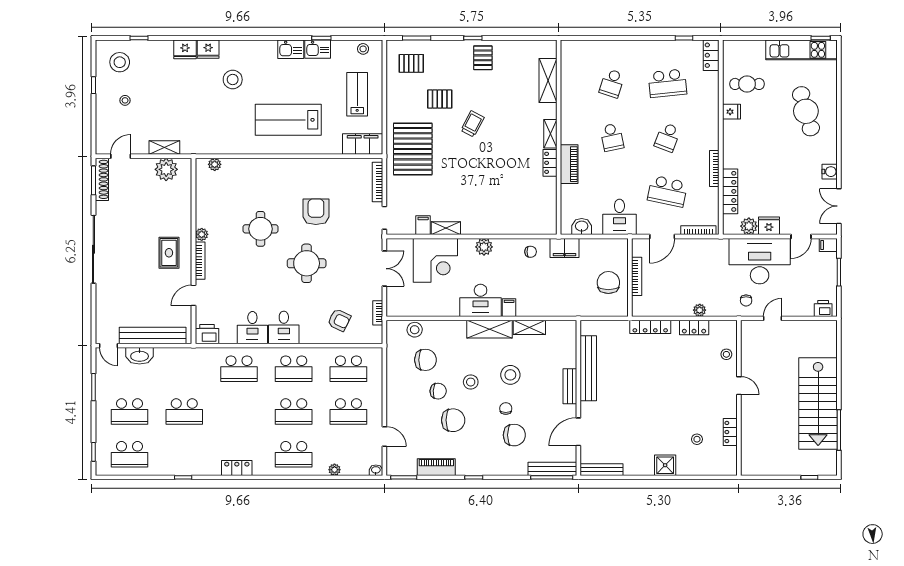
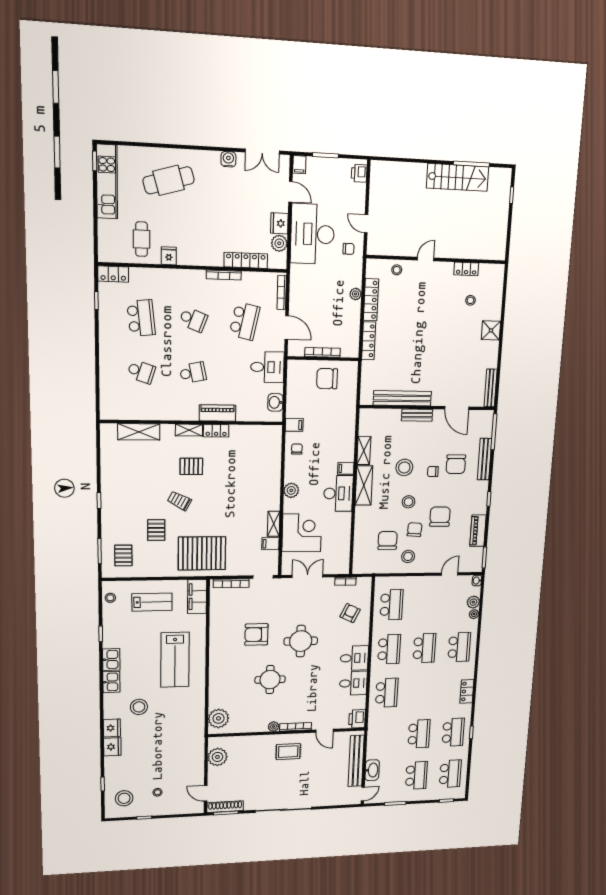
kitchen sink: (318, 49) -> (111, 682), moved
pallet: (483, 58) -> (191, 466), moved
lab bench: (357, 94) -> (152, 602), turned 180
shelving: (164, 148) -> (199, 759), removed
plant: (215, 164) -> (219, 718), width x1.87, depth x1.87
filing cabinet: (564, 248) -> (294, 425), width x0.50
locker: (694, 327) -> (371, 300), width x1.53
stool: (415, 330) -> (408, 556), moved
stairs: (818, 403) -> (458, 177), width x0.73, depth x0.66
school desk: (348, 412) -> (453, 732), moved
chair: (514, 435) -> (456, 464), turned 180
plant: (349, 468) -> (473, 602), added
bench: (552, 469) -> (485, 459), moved

